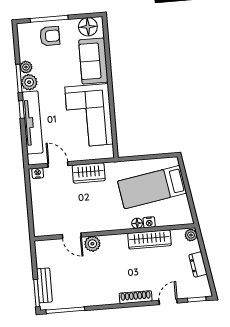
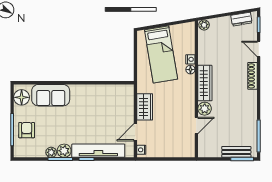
corner sofa: (89, 116) -> (96, 103), removed
wardrobe: (149, 239) -> (205, 83), moved
dresser: (198, 264) -> (241, 19), moved

